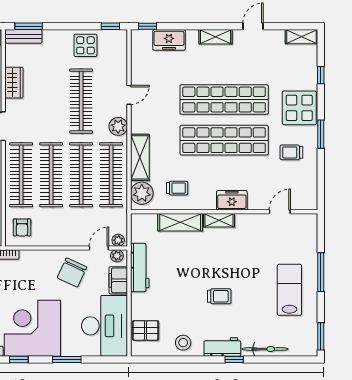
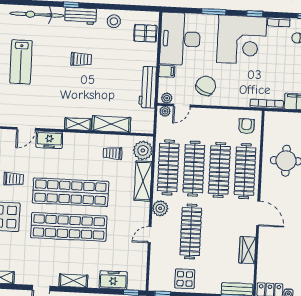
freezer: (232, 200) -> (49, 140), moved
filing cabinet: (118, 280) -> (167, 71), width x0.50
trolley: (219, 296) -> (81, 59), turned 180
bicycle: (265, 349) -> (37, 15), width x1.37, depth x1.40

